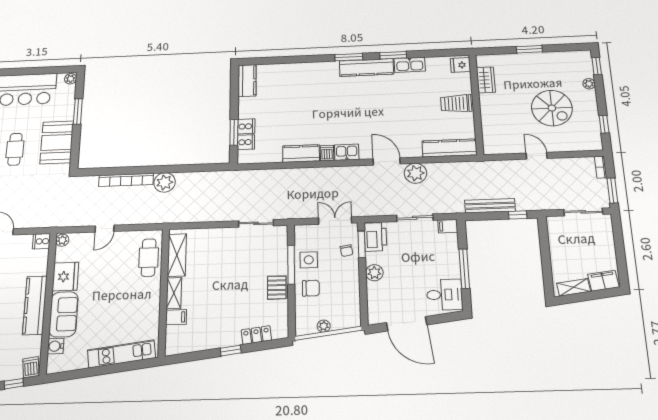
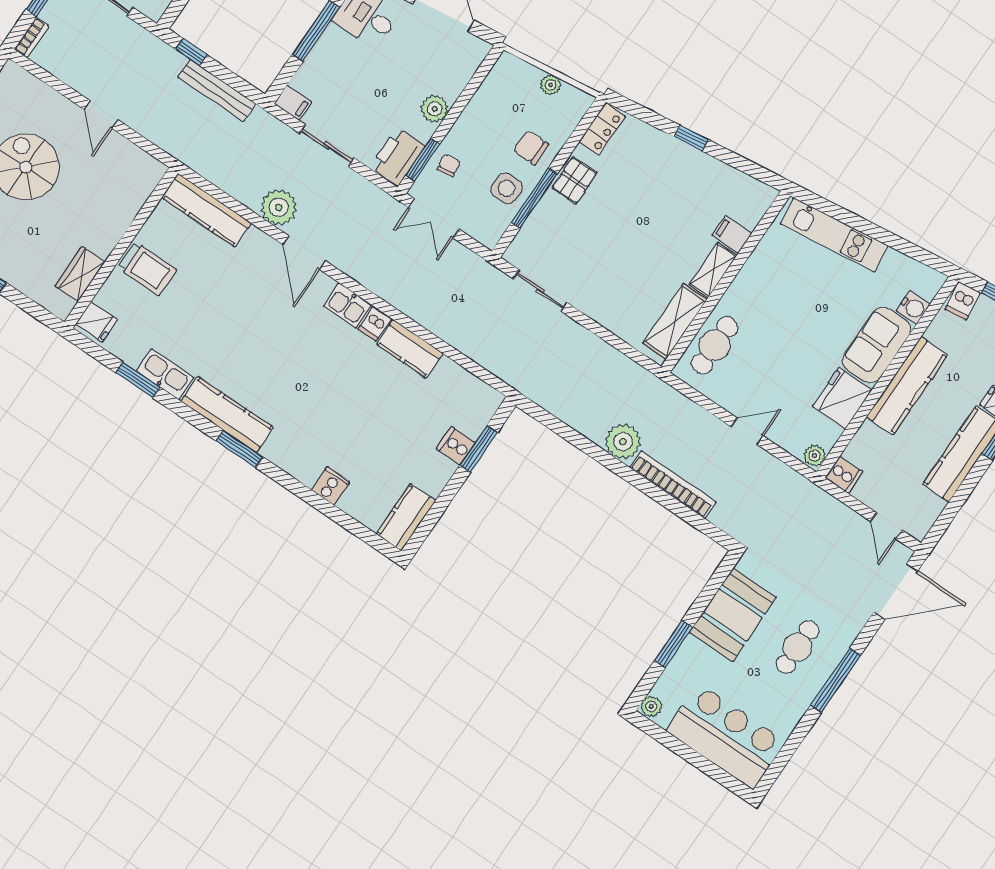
window: (393, 55) -> (138, 380), moved
cooker: (246, 142) -> (330, 486), moved, turned 90
locker: (256, 335) -> (602, 129), moved, turned -83

